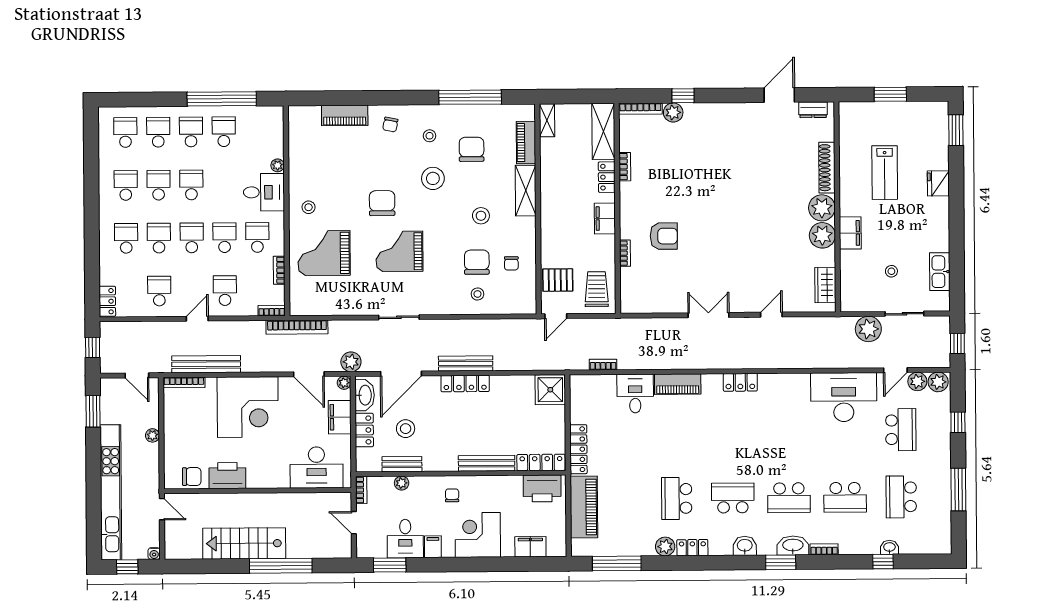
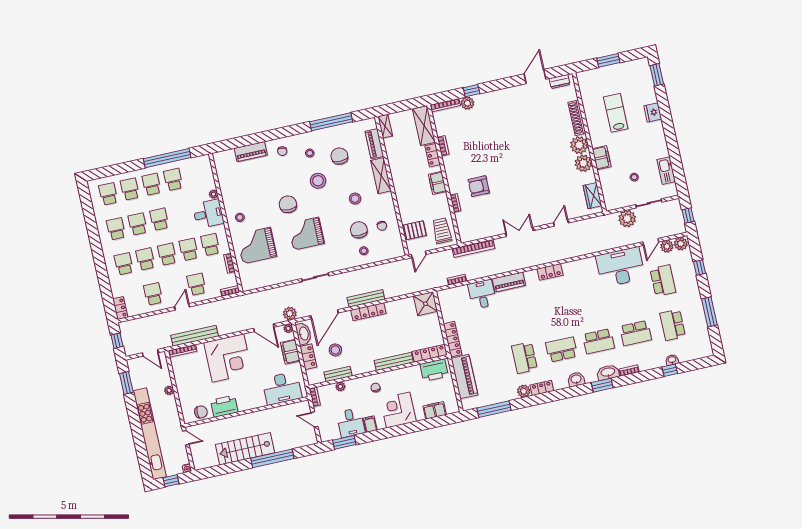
lab bench: (885, 173) -> (616, 113), turned 180
armchair: (664, 236) -> (479, 186), turned 180
bookcase: (297, 327) -> (473, 249), moved

